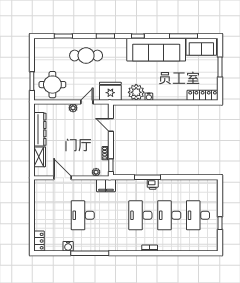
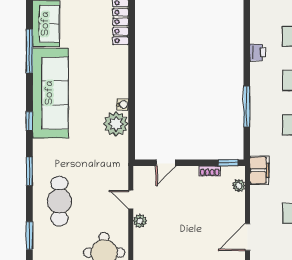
fridge: (110, 91) -> (114, 164), removed
printer: (153, 184) -> (257, 52), moved

